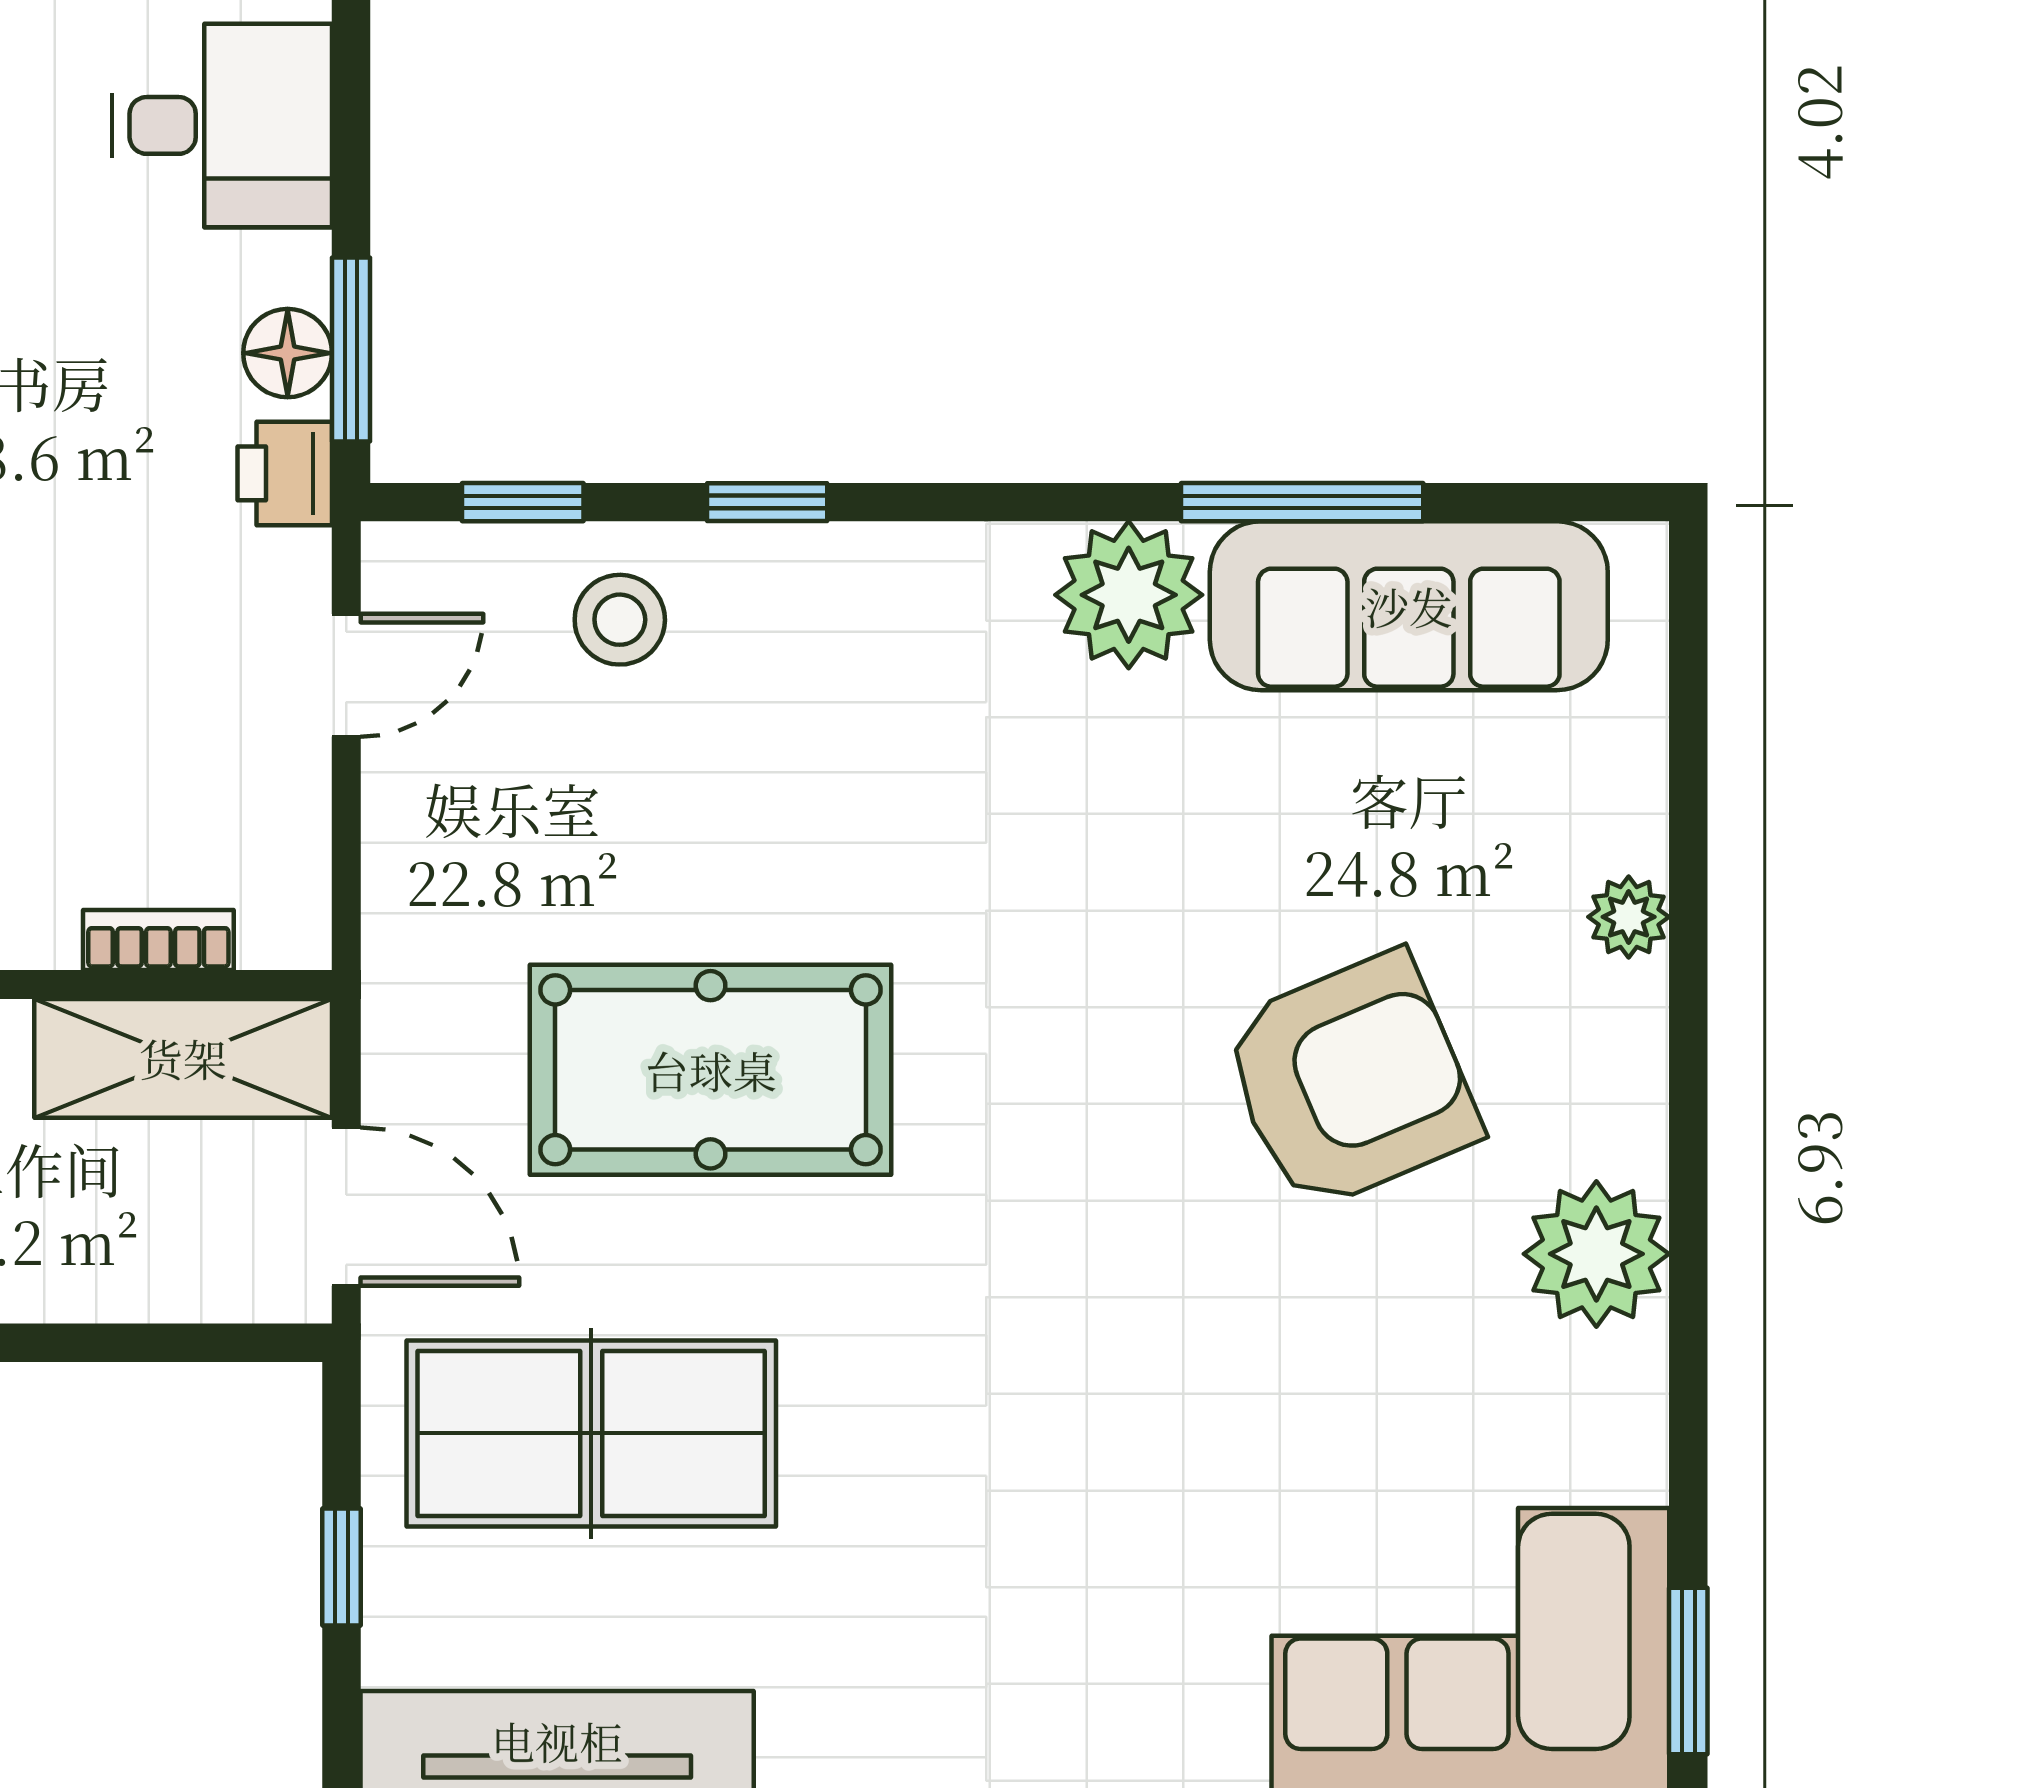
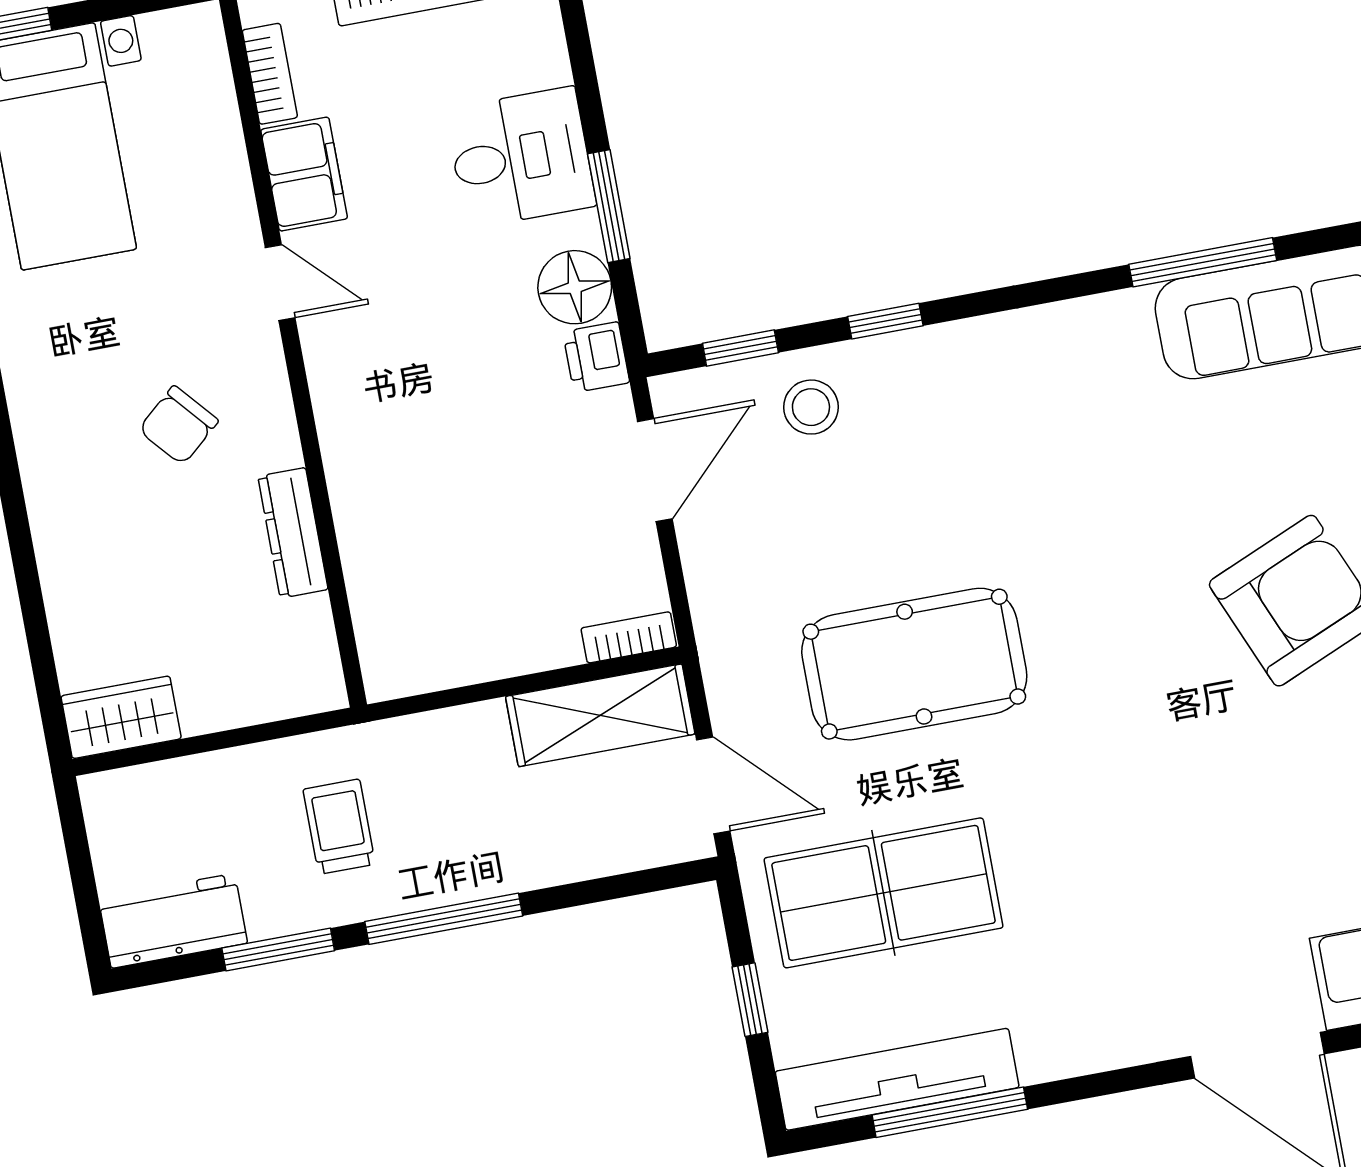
window: (351, 350) -> (609, 206), moved
floor lamp: (288, 353) -> (575, 287), width x1.38, depth x1.38
plant: (1129, 595) -> (1110, 336), removed
door: (346, 675) -> (655, 470), width x1.38
bookcase: (158, 940) -> (629, 637), moved

